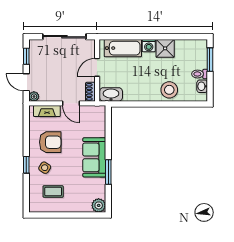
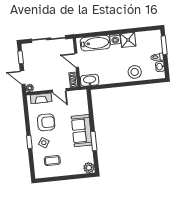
door: (97, 67) -> (77, 60), hinge flipped

